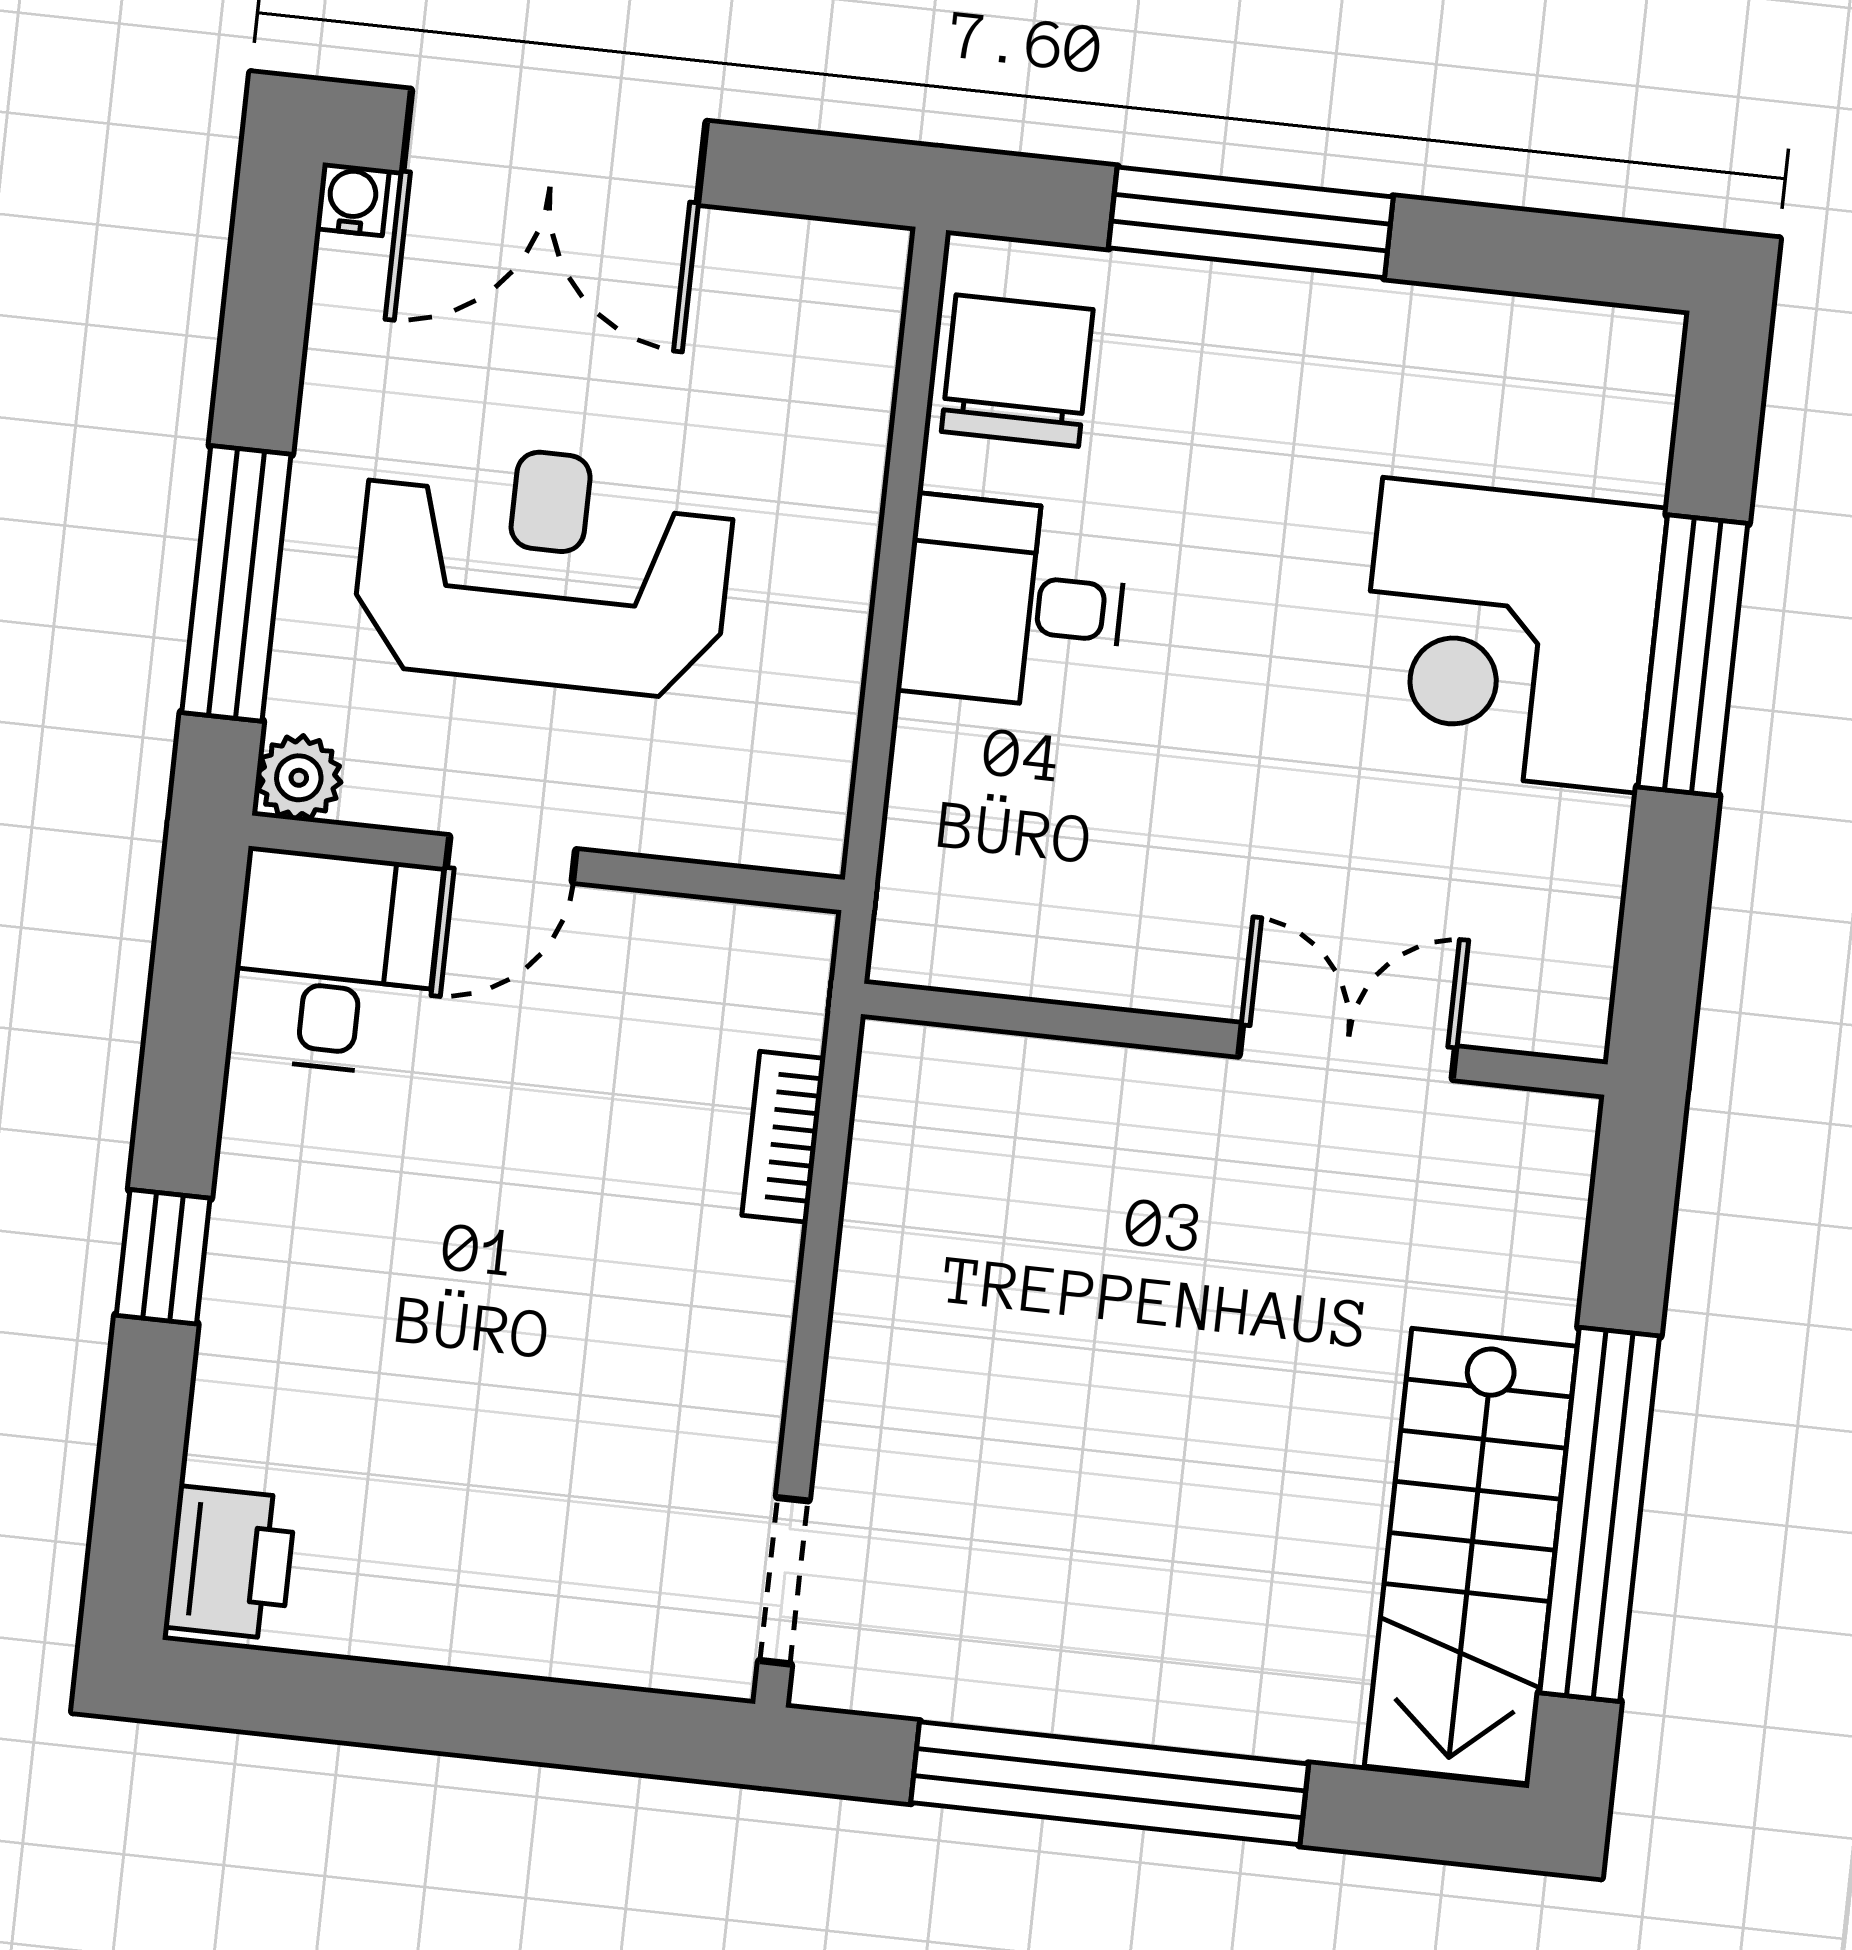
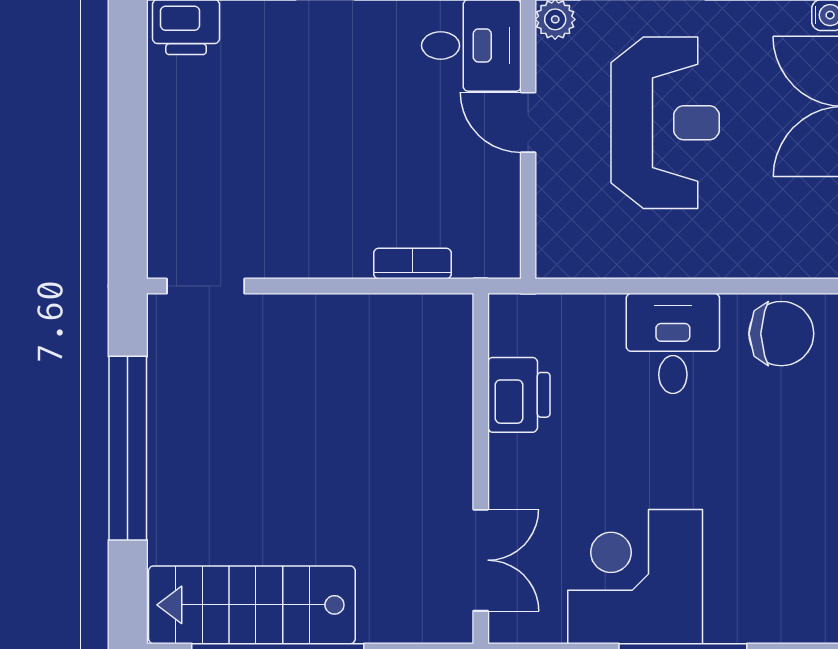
corner desk: (1510, 635) -> (635, 577), moved
printer: (1087, 941) -> (519, 395), added
double door: (1347, 1052) -> (481, 560), moved

